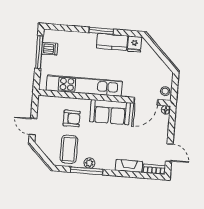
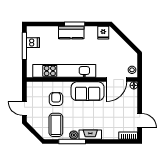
kitchen counter: (112, 42) -> (71, 33), moved
armchair: (72, 118) -> (56, 99), turned -90
fireplace: (129, 166) -> (90, 135), moved

